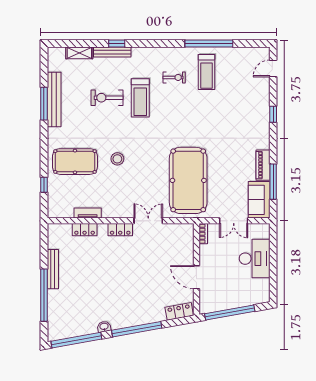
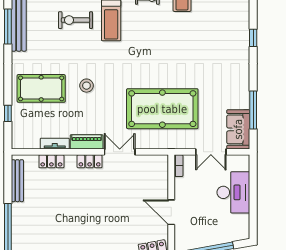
piano: (263, 165) -> (87, 142), moved, turned 90
pool table: (188, 180) -> (162, 109), turned 90
bench: (53, 269) -> (17, 181), moved

